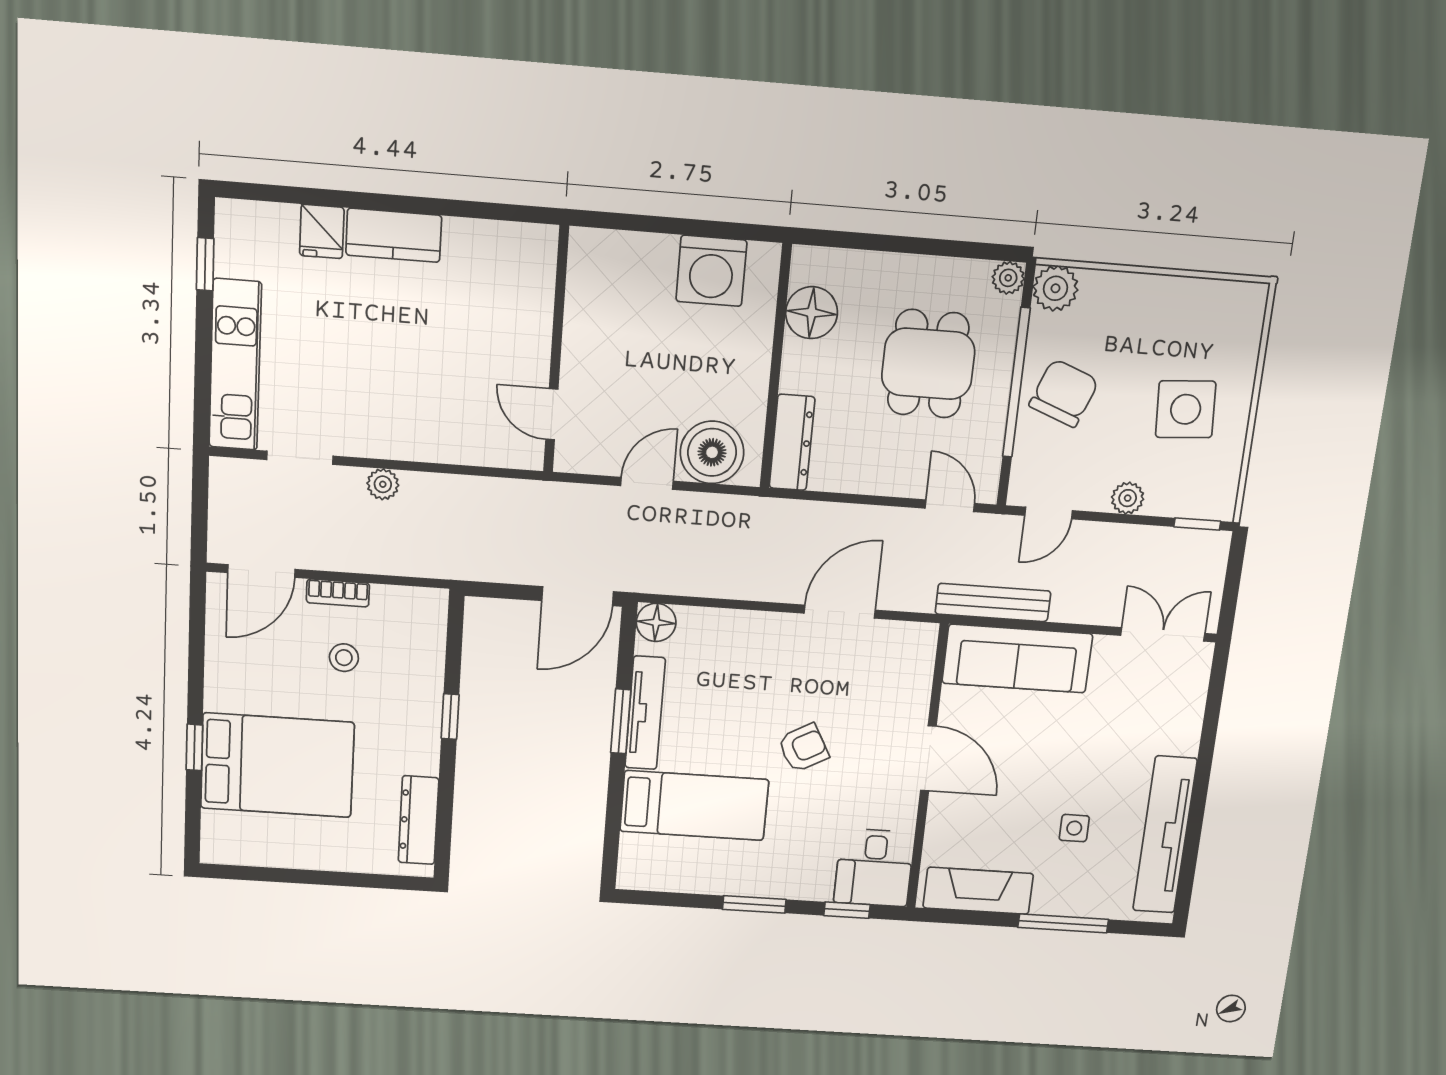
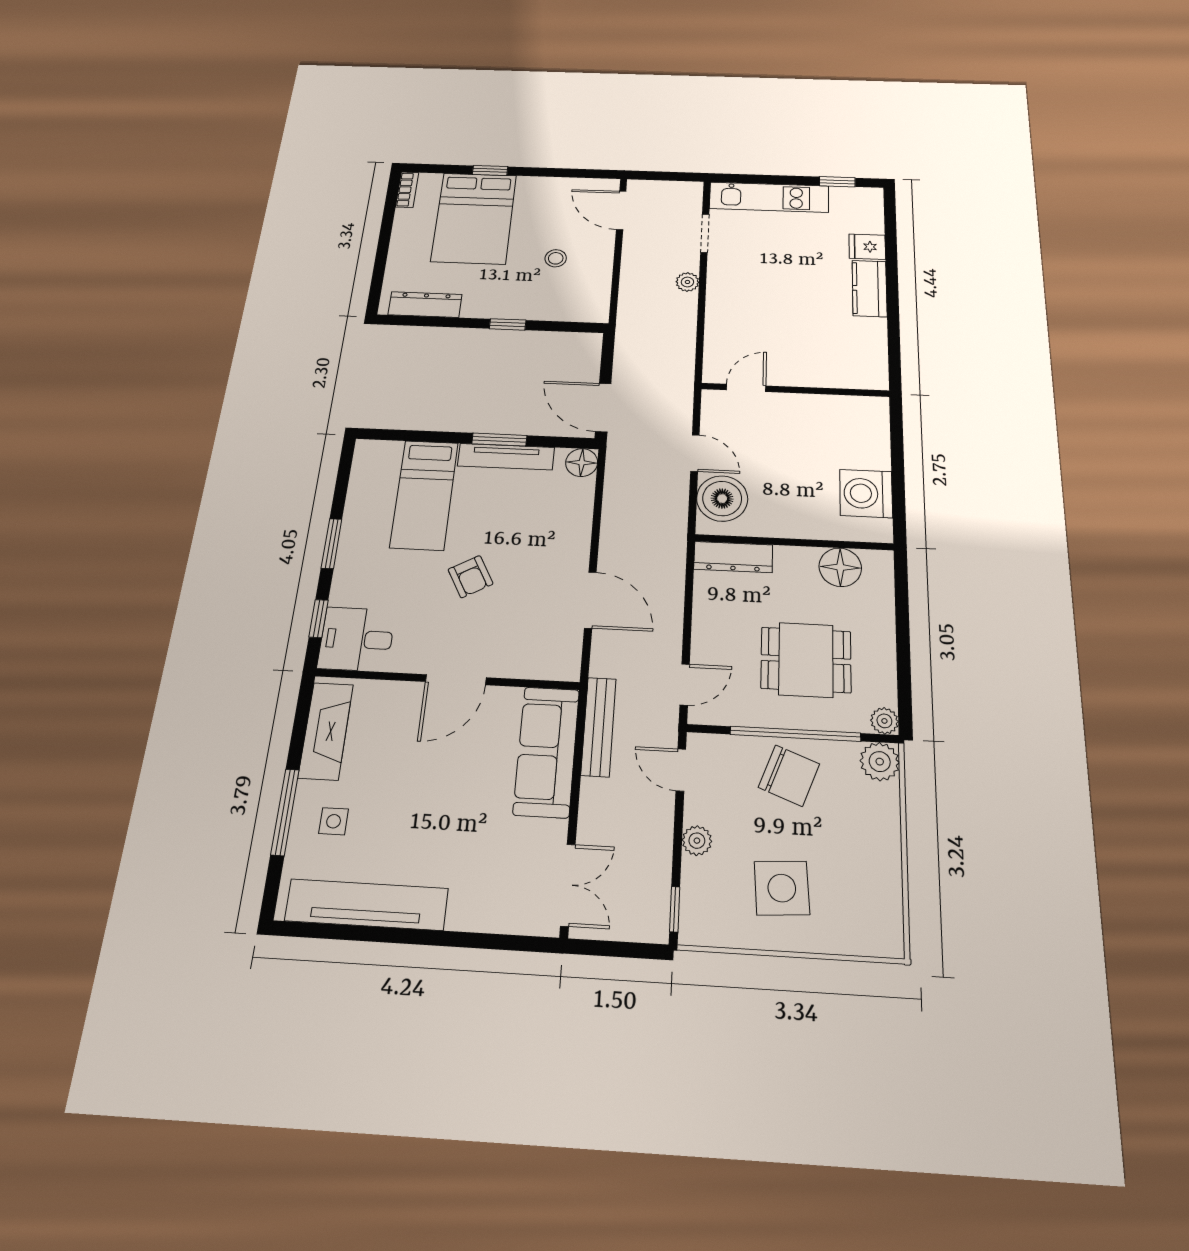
bookcase: (338, 593) -> (407, 190), moved, turned 180
side table: (1074, 828) -> (334, 821), moved

